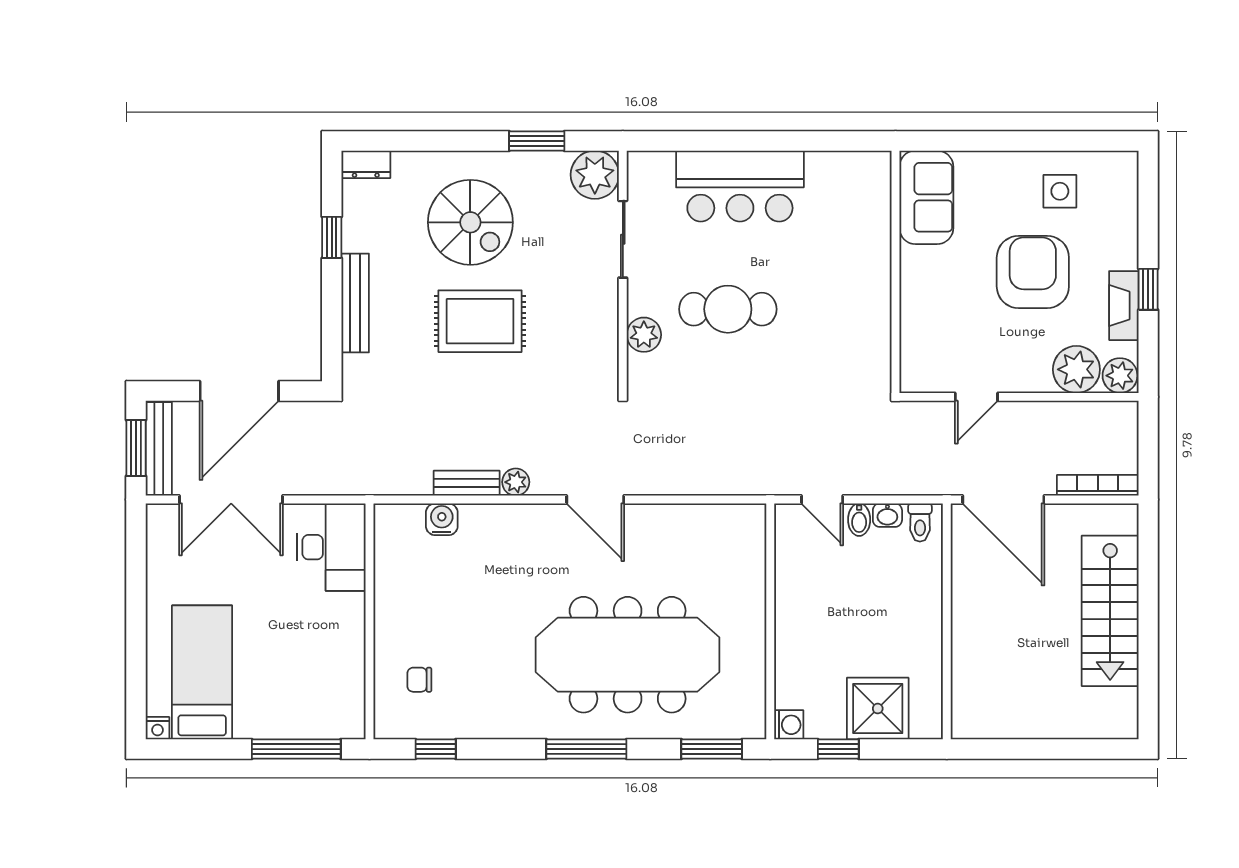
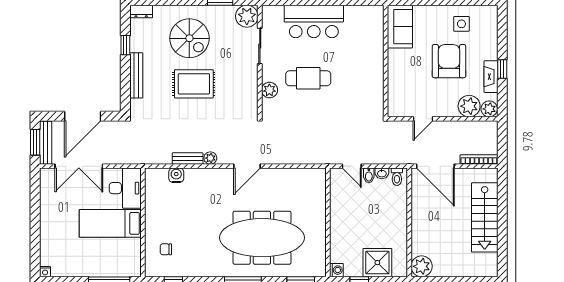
door: (595, 500) -> (247, 166), hinge flipped
bed: (202, 672) -> (110, 223), moved, turned -90
plant: (973, 717) -> (422, 266), added

